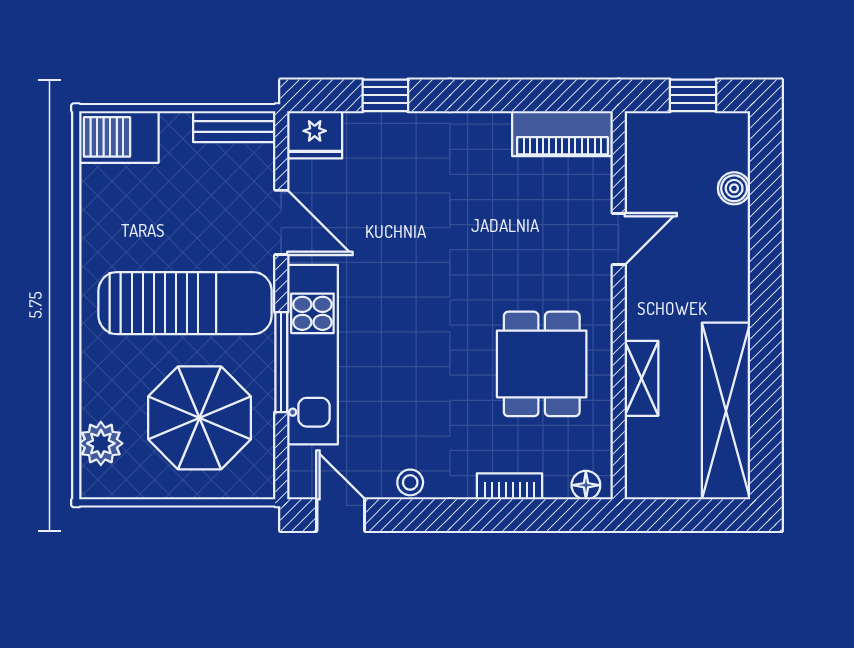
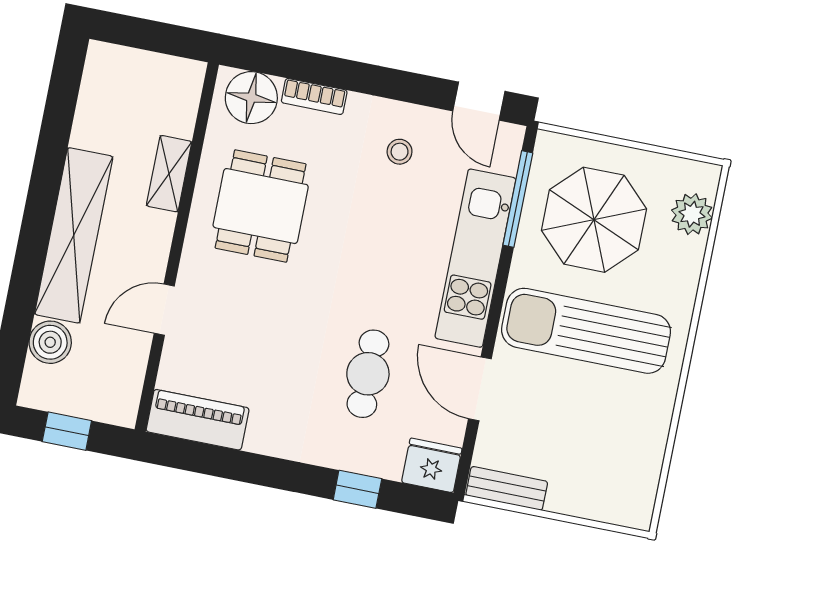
barbecue: (119, 137) -> (617, 500), removed
boiler: (734, 188) -> (50, 342), width x1.36, depth x1.36
cafe table: (398, 215) -> (368, 374), added
window: (281, 362) -> (518, 199), moved
shelving: (726, 411) -> (74, 235), moved
stool: (410, 482) -> (400, 152), moved
floor lamp: (586, 485) -> (251, 98), width x1.89, depth x1.89

